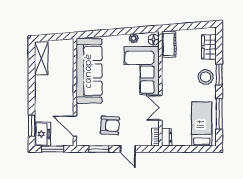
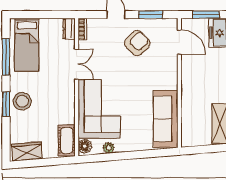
wardrobe: (209, 47) -> (27, 151), moved, turned -95
sofa: (89, 71) -> (166, 119), width x0.74, depth x0.79
armchair: (110, 125) -> (137, 43), turned 131

